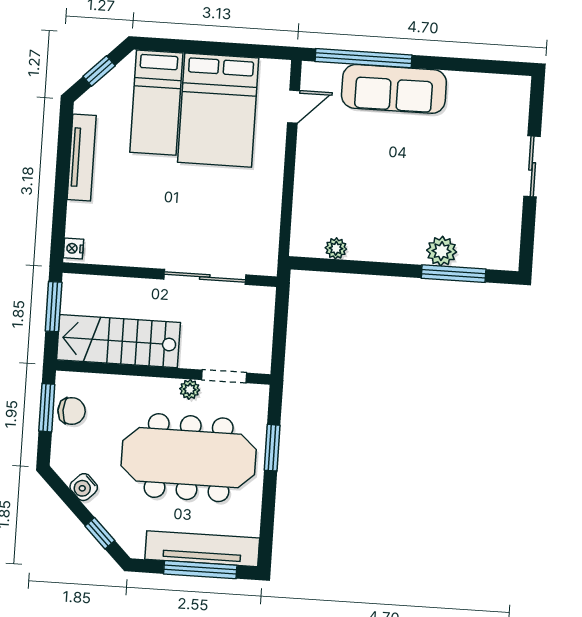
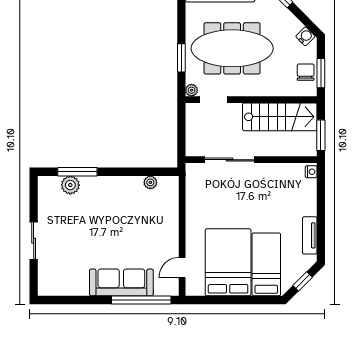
tv unit: (82, 157) -> (310, 235), width x0.71
plant: (442, 251) -> (70, 185), moved
plant: (190, 389) -> (192, 90), moved
chair: (72, 411) -> (306, 72), turned 90
water cooler: (84, 487) -> (305, 36), moved

